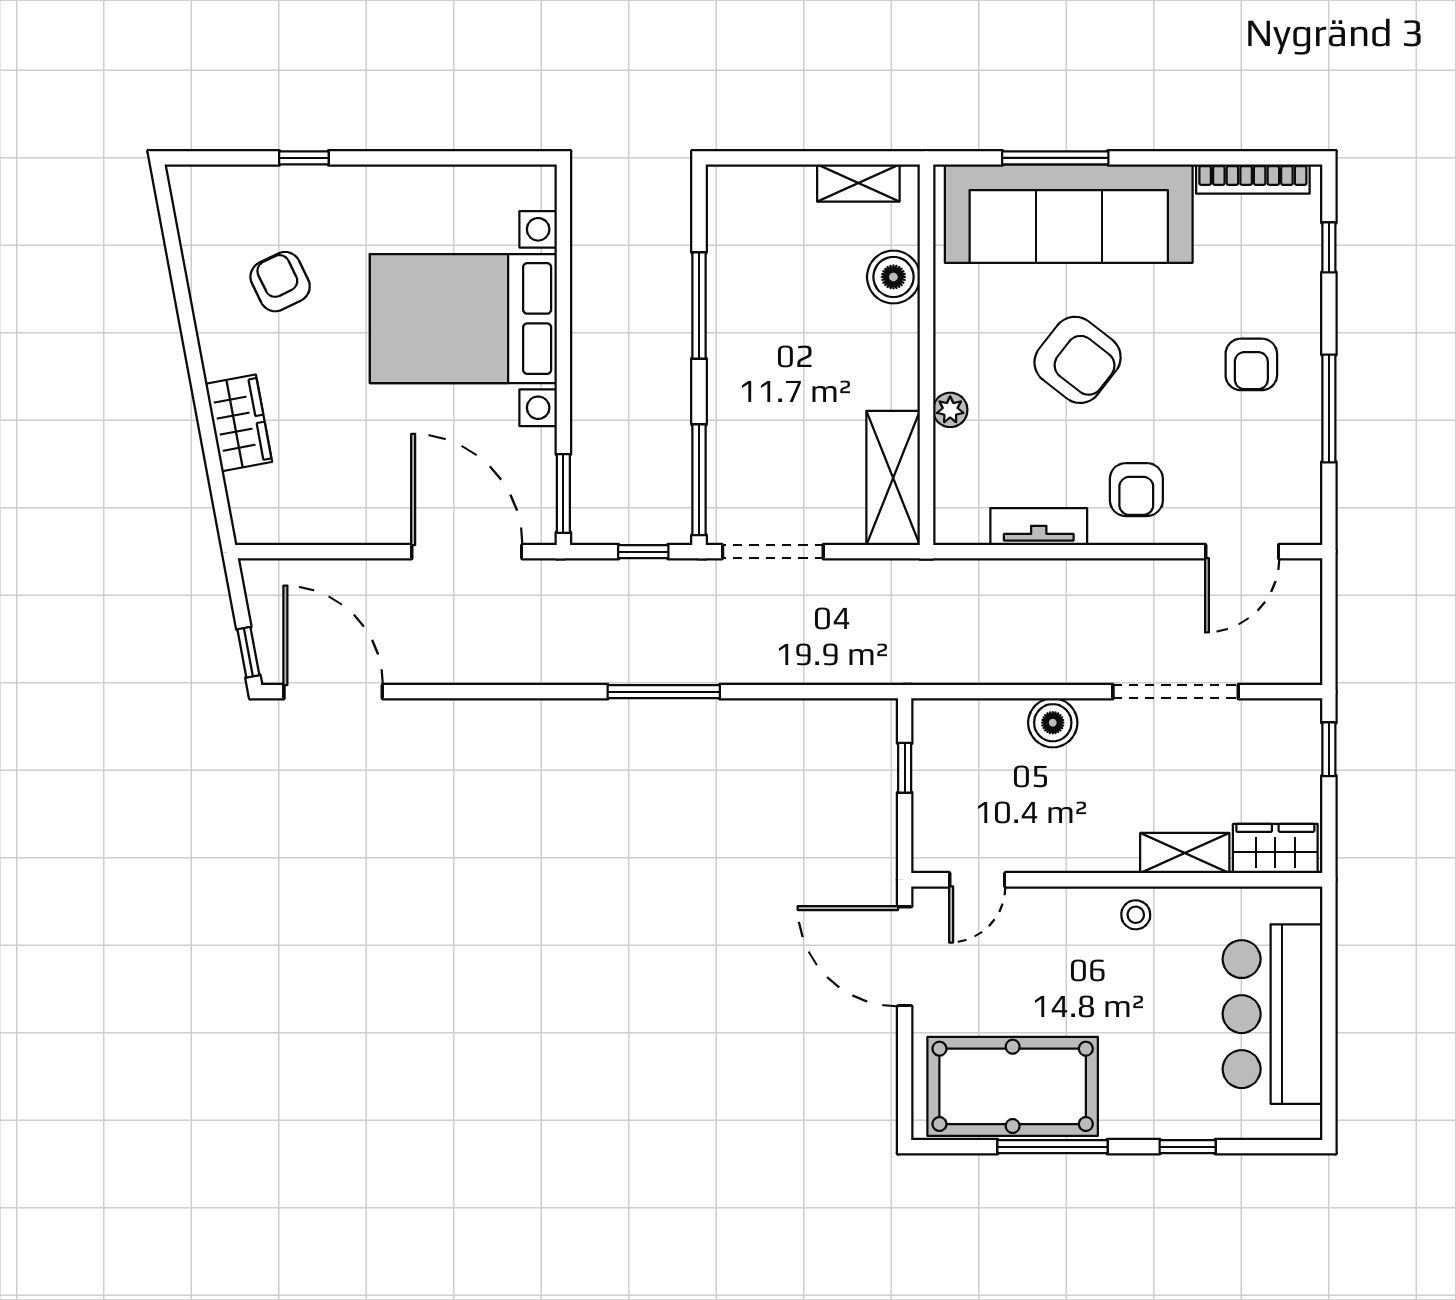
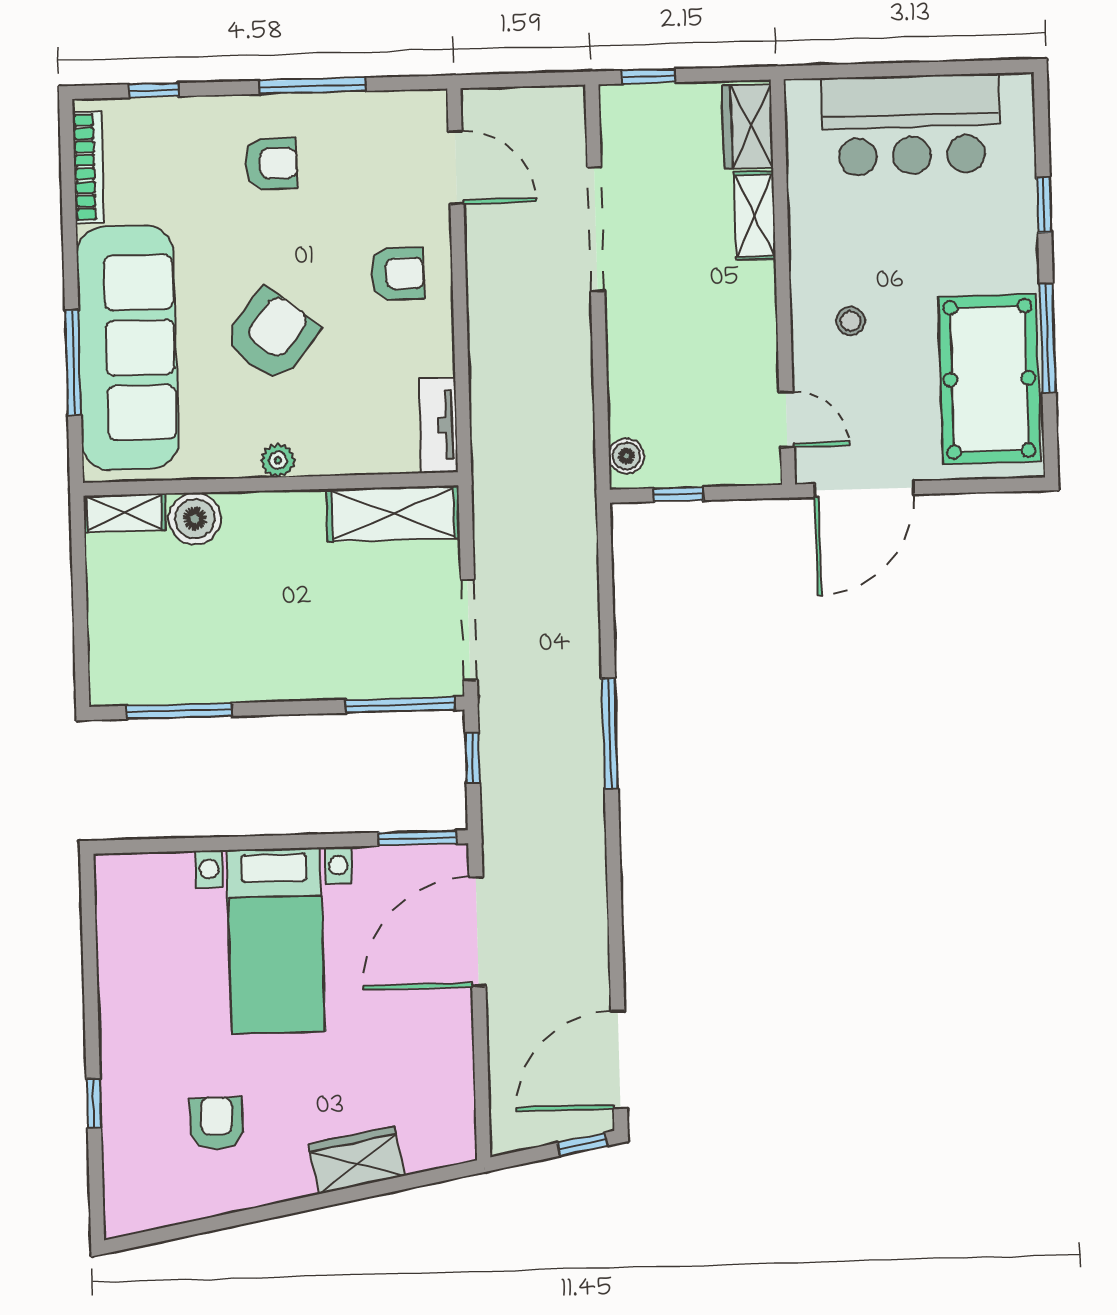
shelving: (858, 183) -> (124, 513), moved, turned 90
armchair: (280, 282) -> (216, 1123), turned 116
window: (699, 306) -> (179, 711), moved
bed with nightstands: (463, 319) -> (276, 941), width x0.73
plant: (950, 410) -> (278, 460), moved
tv unit: (1039, 527) -> (438, 425), moved
boiler: (1053, 723) -> (626, 456), moved, width x0.73, depth x0.73
stool: (1136, 915) -> (851, 321), moved

